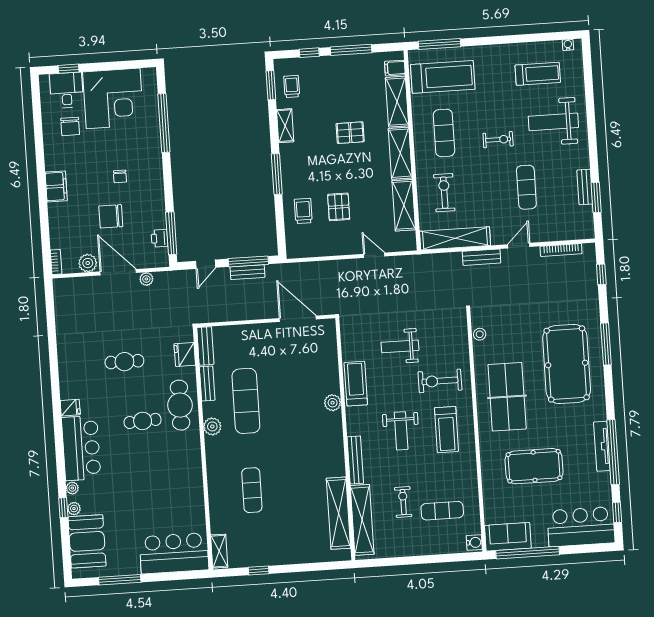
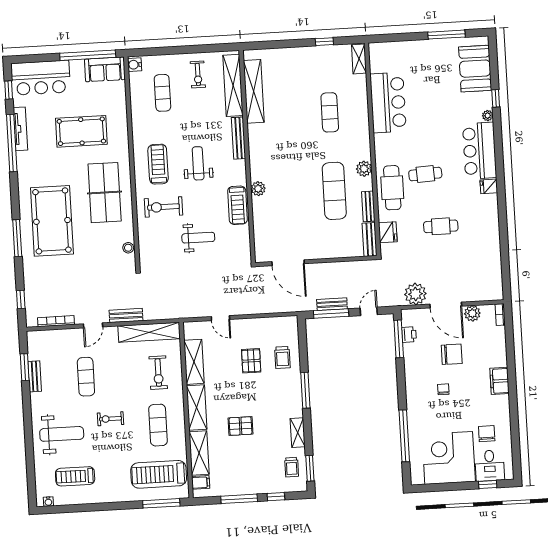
plant: (146, 279) -> (415, 294), width x1.88, depth x1.88
exercise bike: (440, 381) -> (163, 207), turned 180
tv unit: (602, 446) -> (20, 129), moved
exercise bike: (403, 502) -> (198, 74), moved
plant: (74, 509) -> (486, 98), removed
exercise mat: (442, 511) -> (162, 93), turned 90
bar counter: (174, 553) -> (388, 103), moved, turned -90

